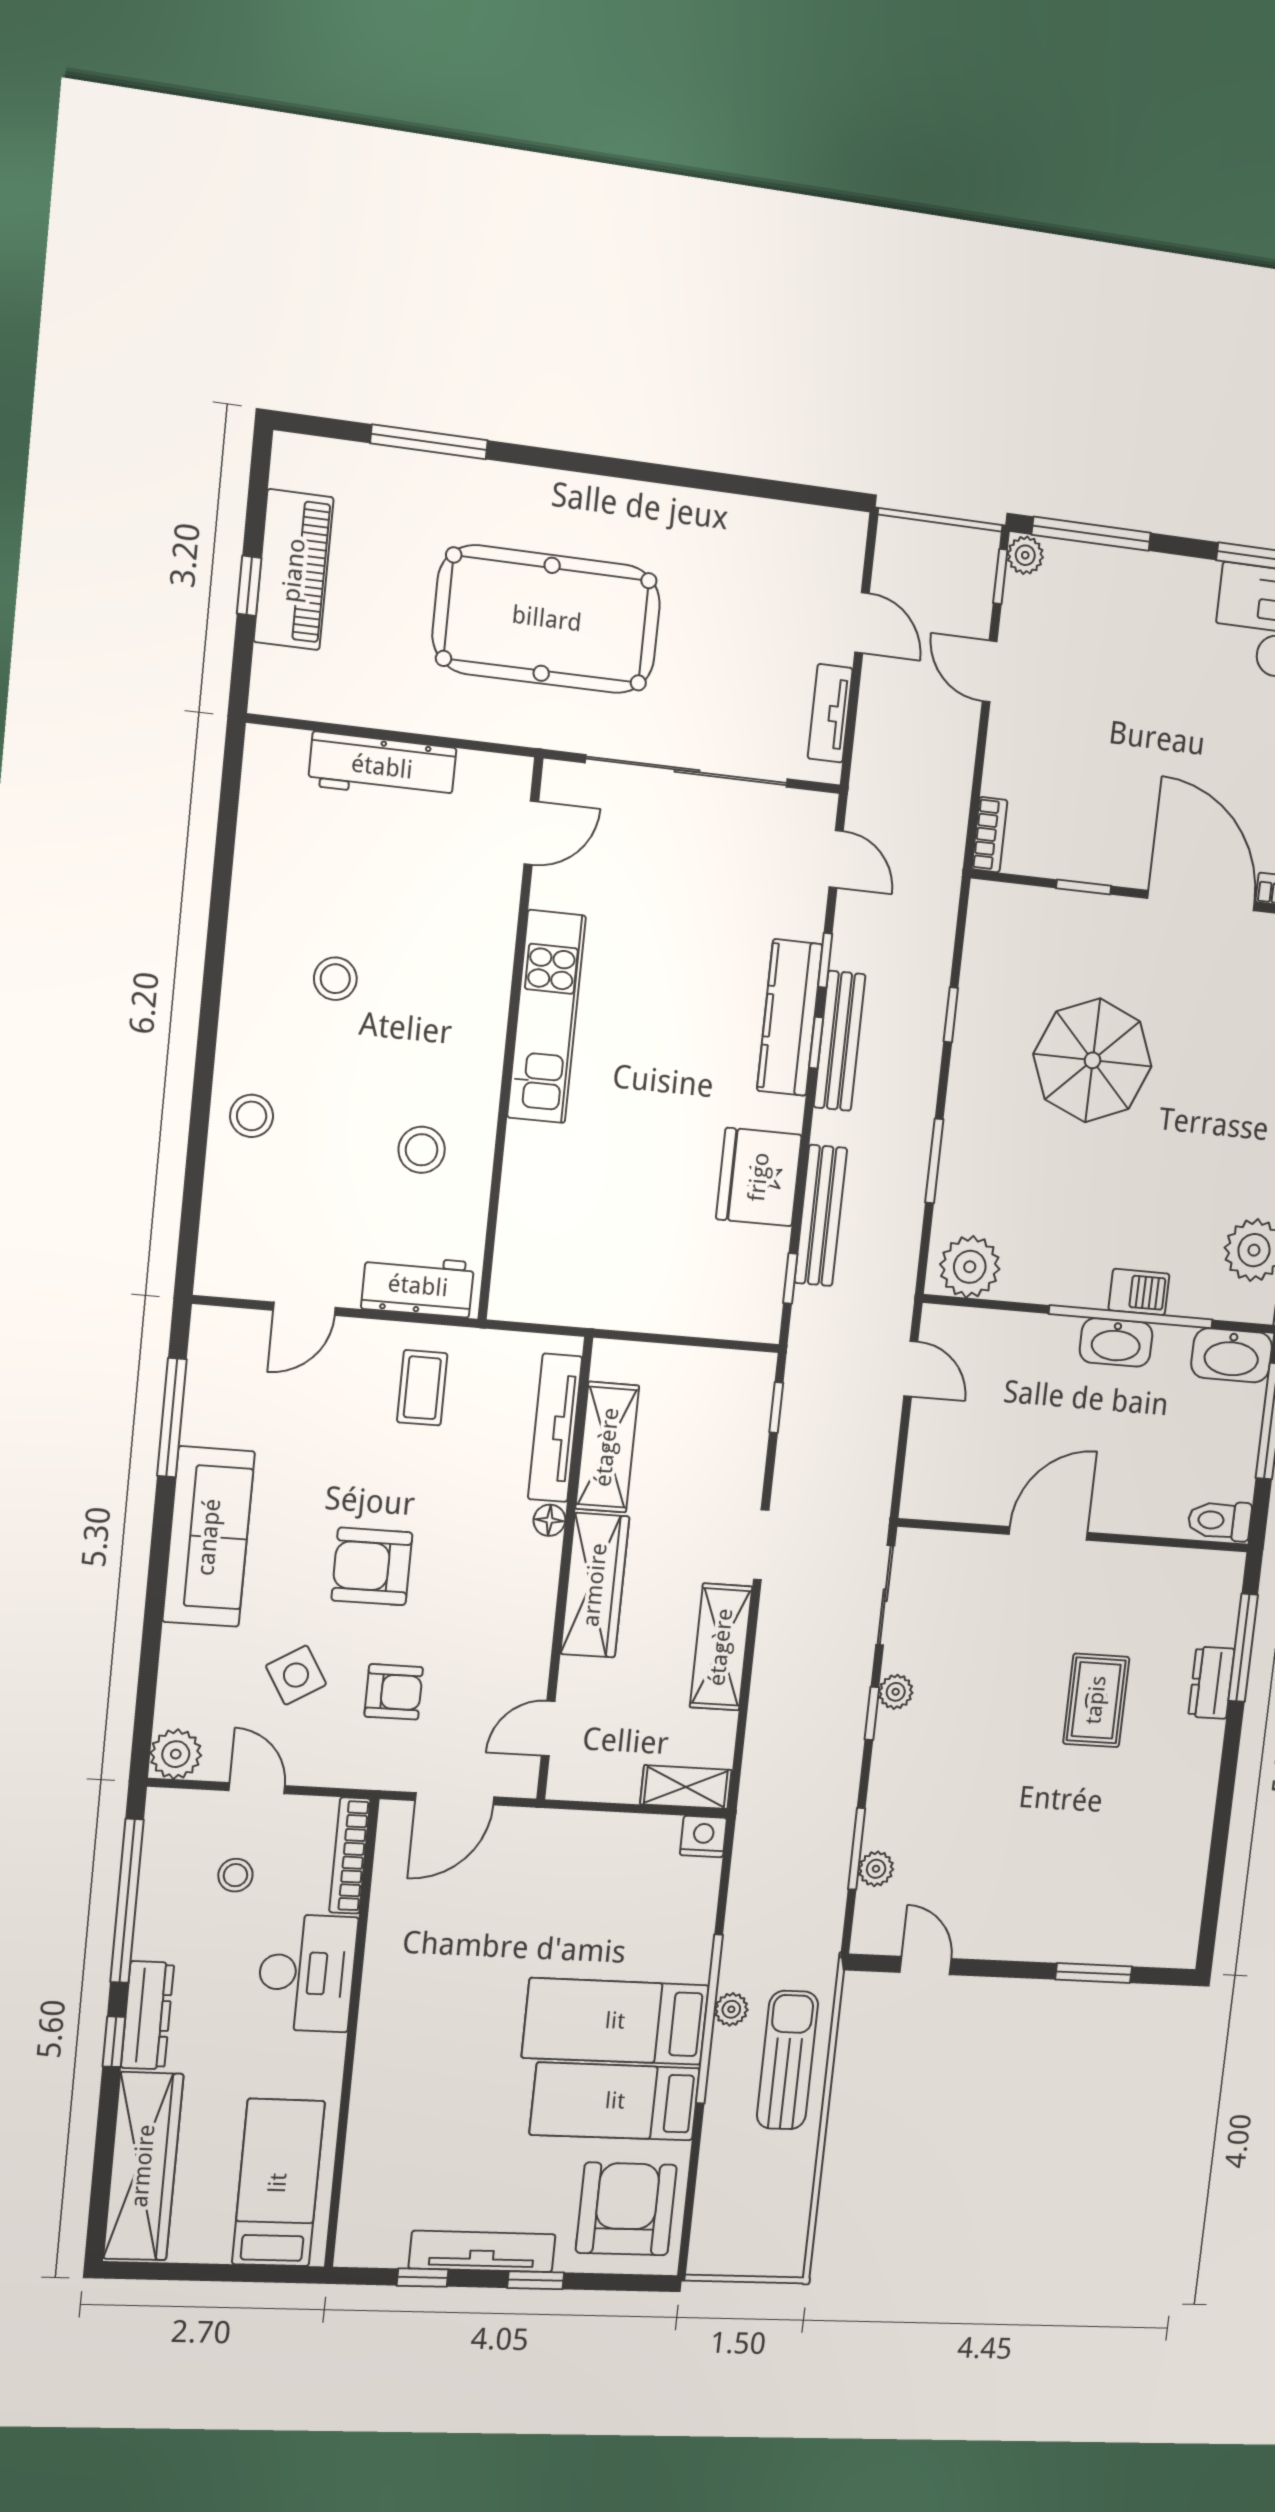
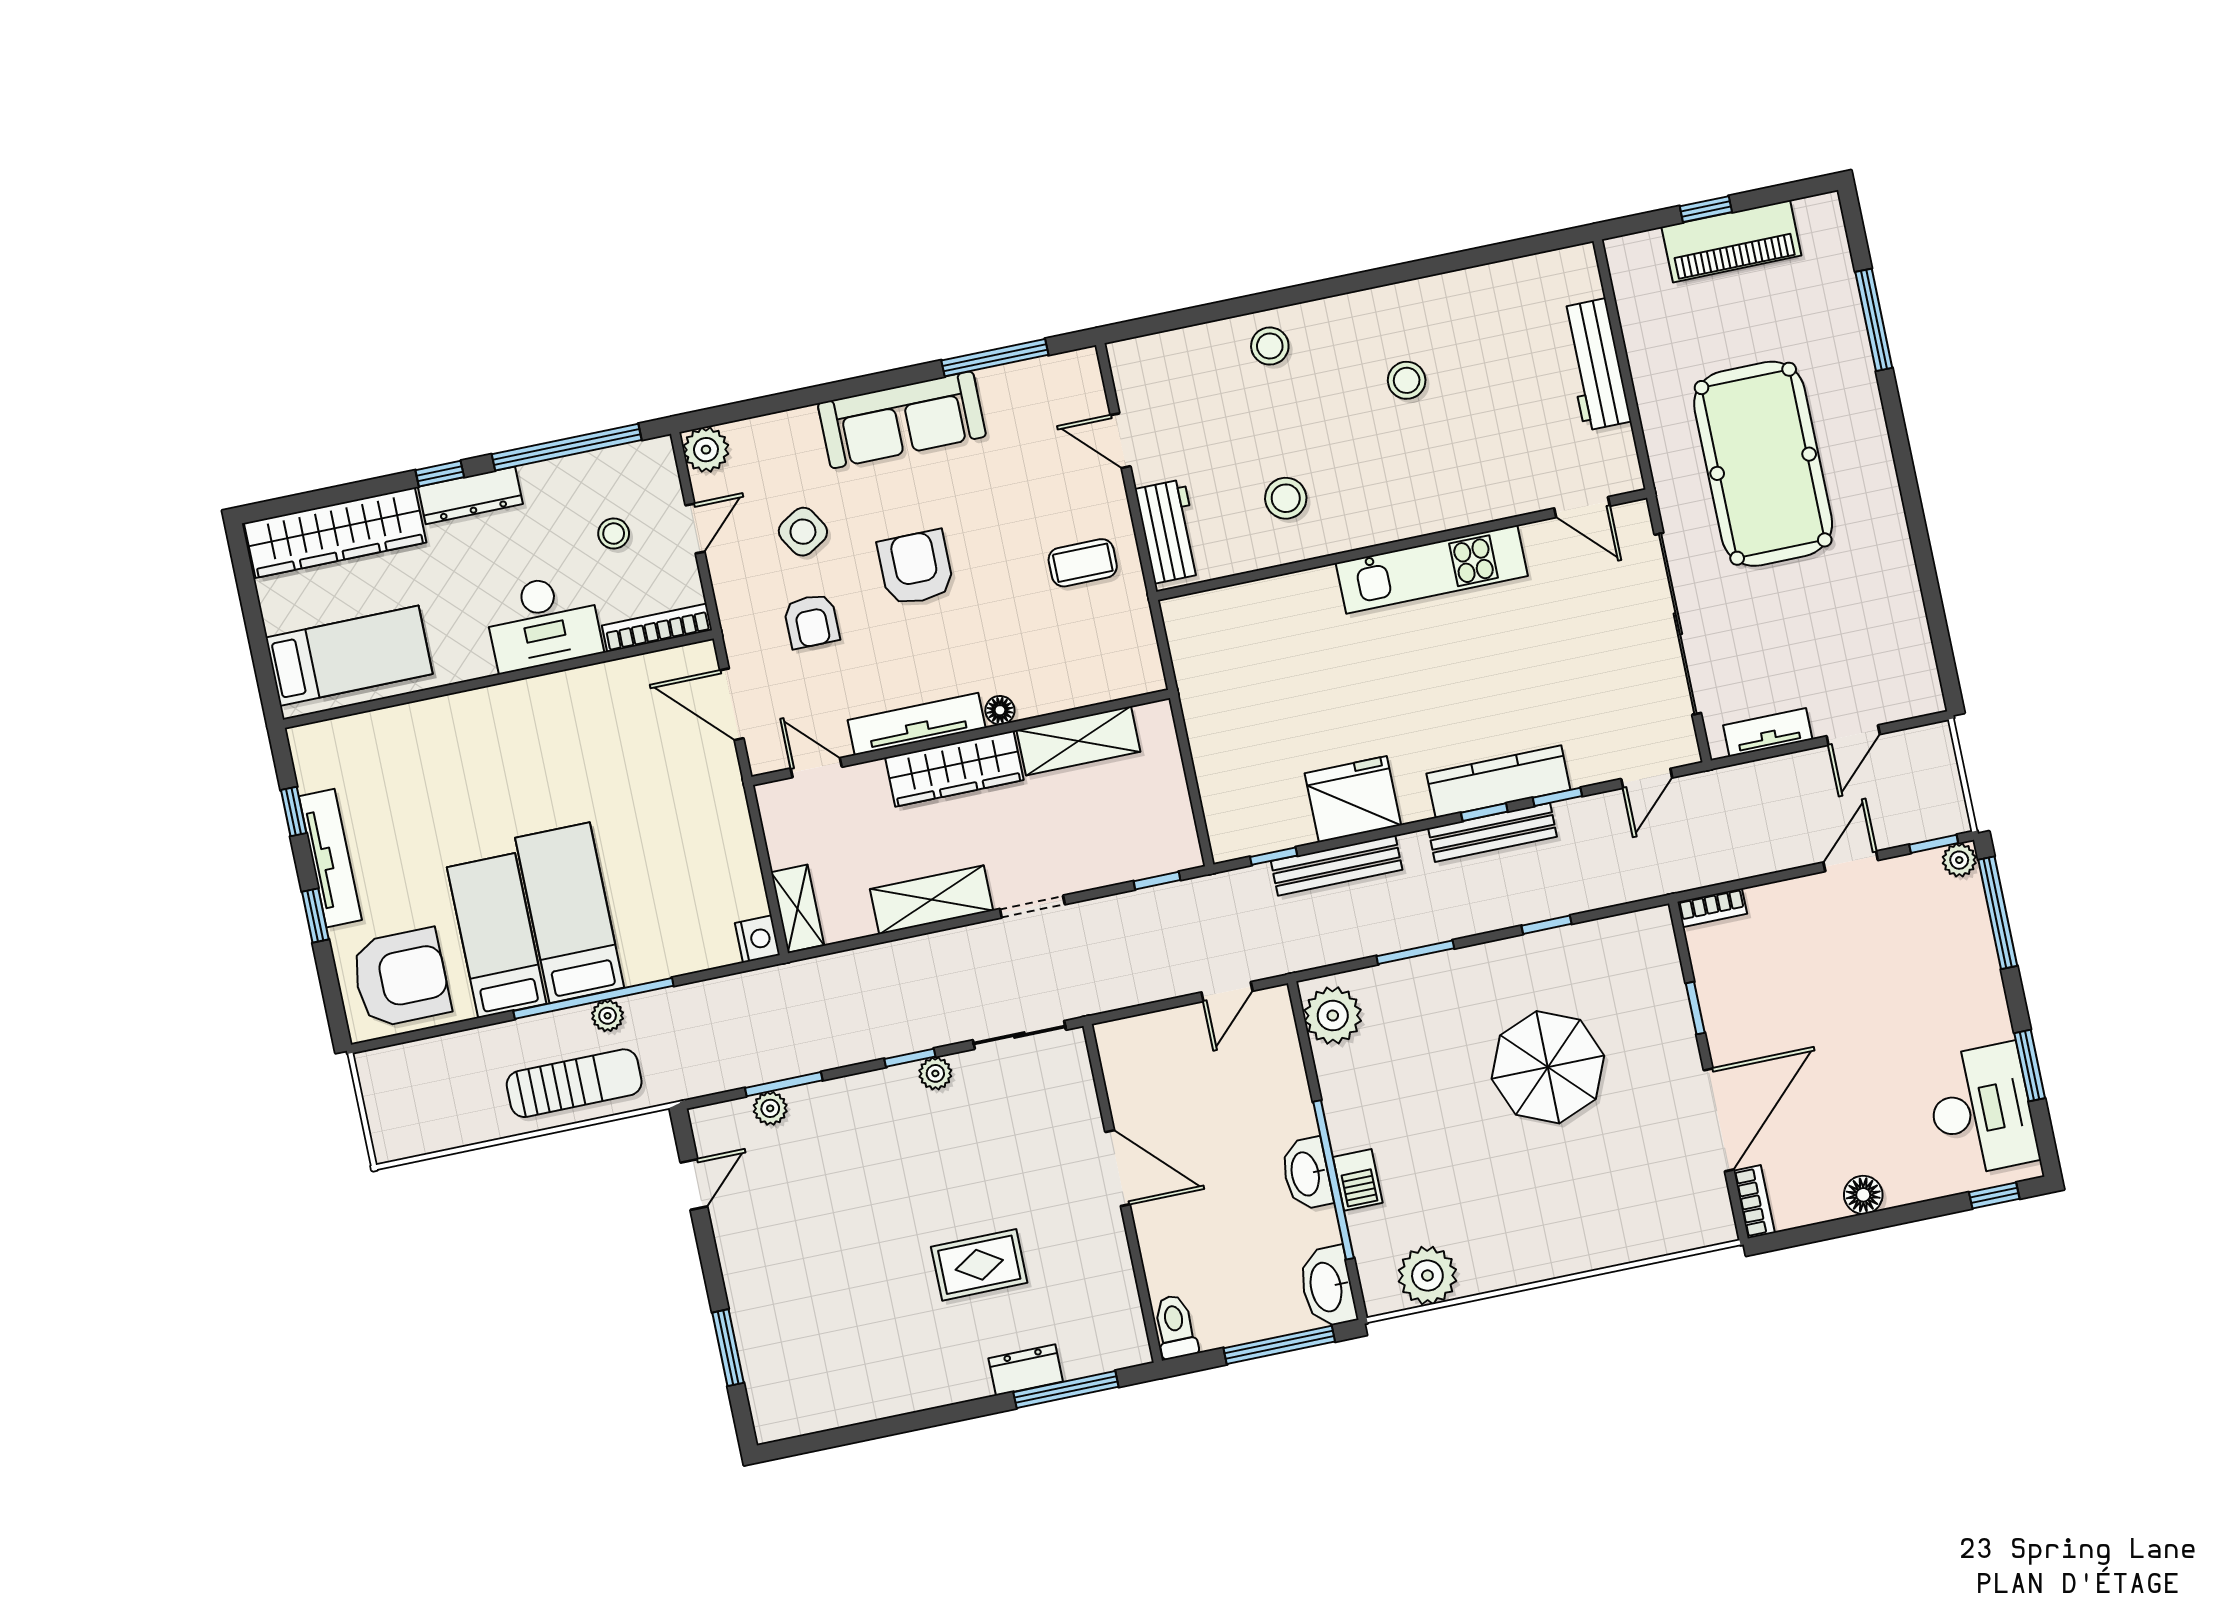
tv unit: (555, 1428) -> (917, 724), moved

